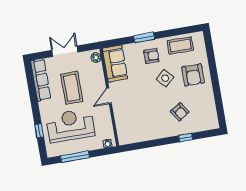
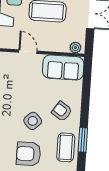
window: (144, 38) -> (83, 140), moved
armchair: (151, 56) -> (62, 111), turned 124

